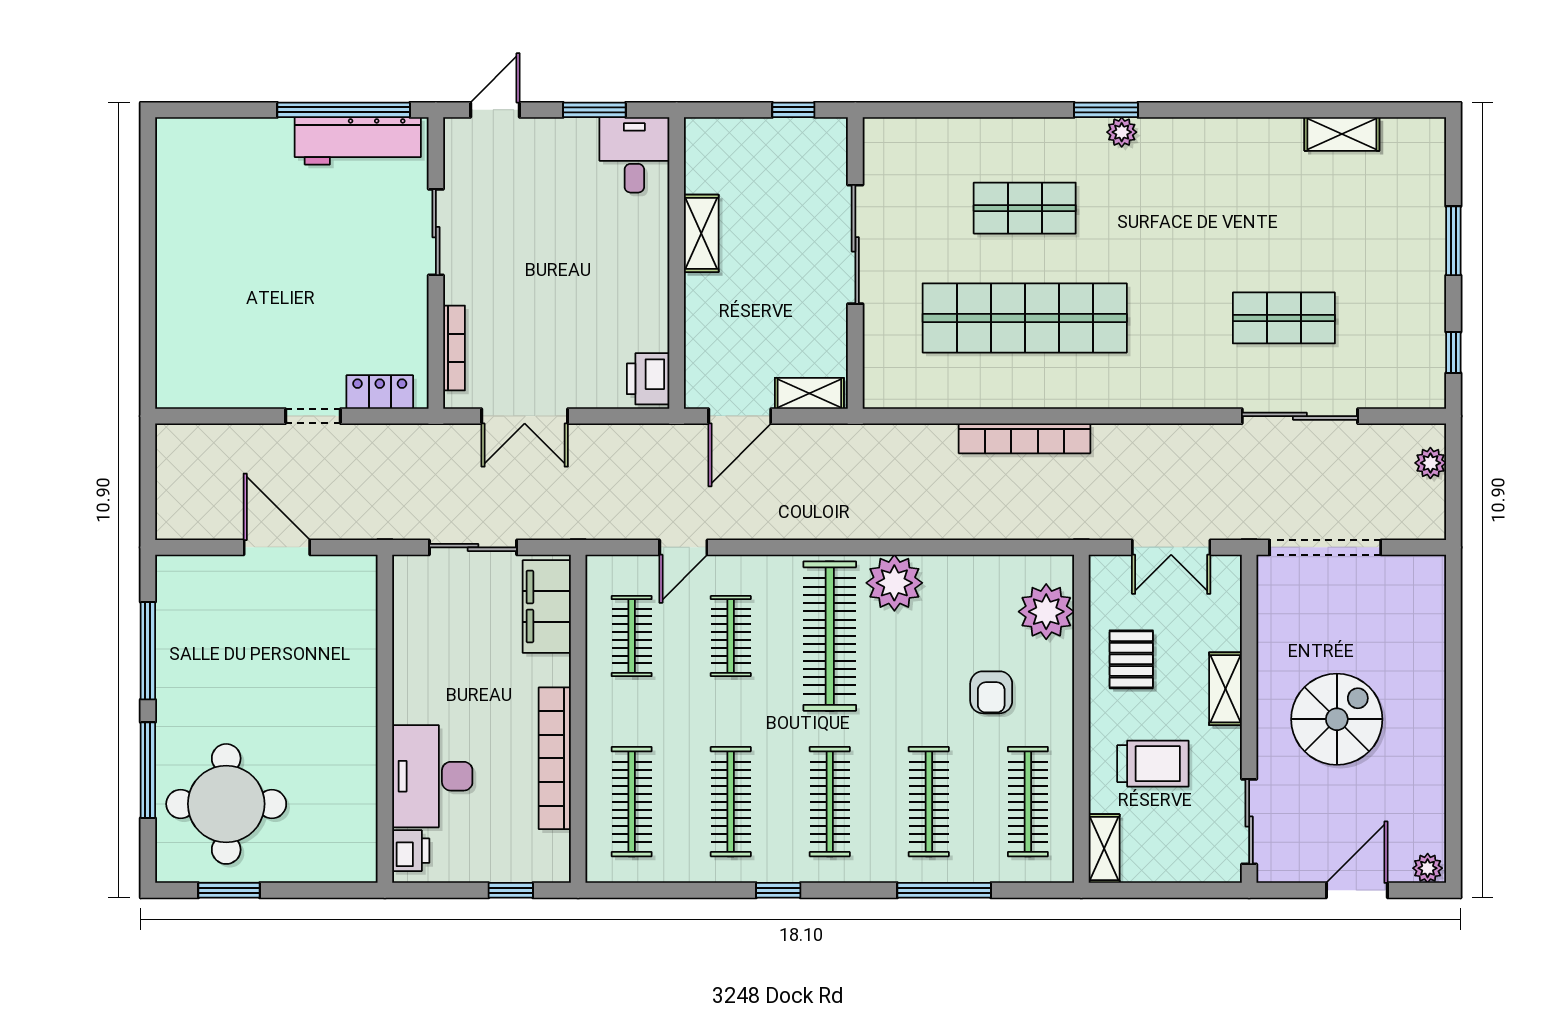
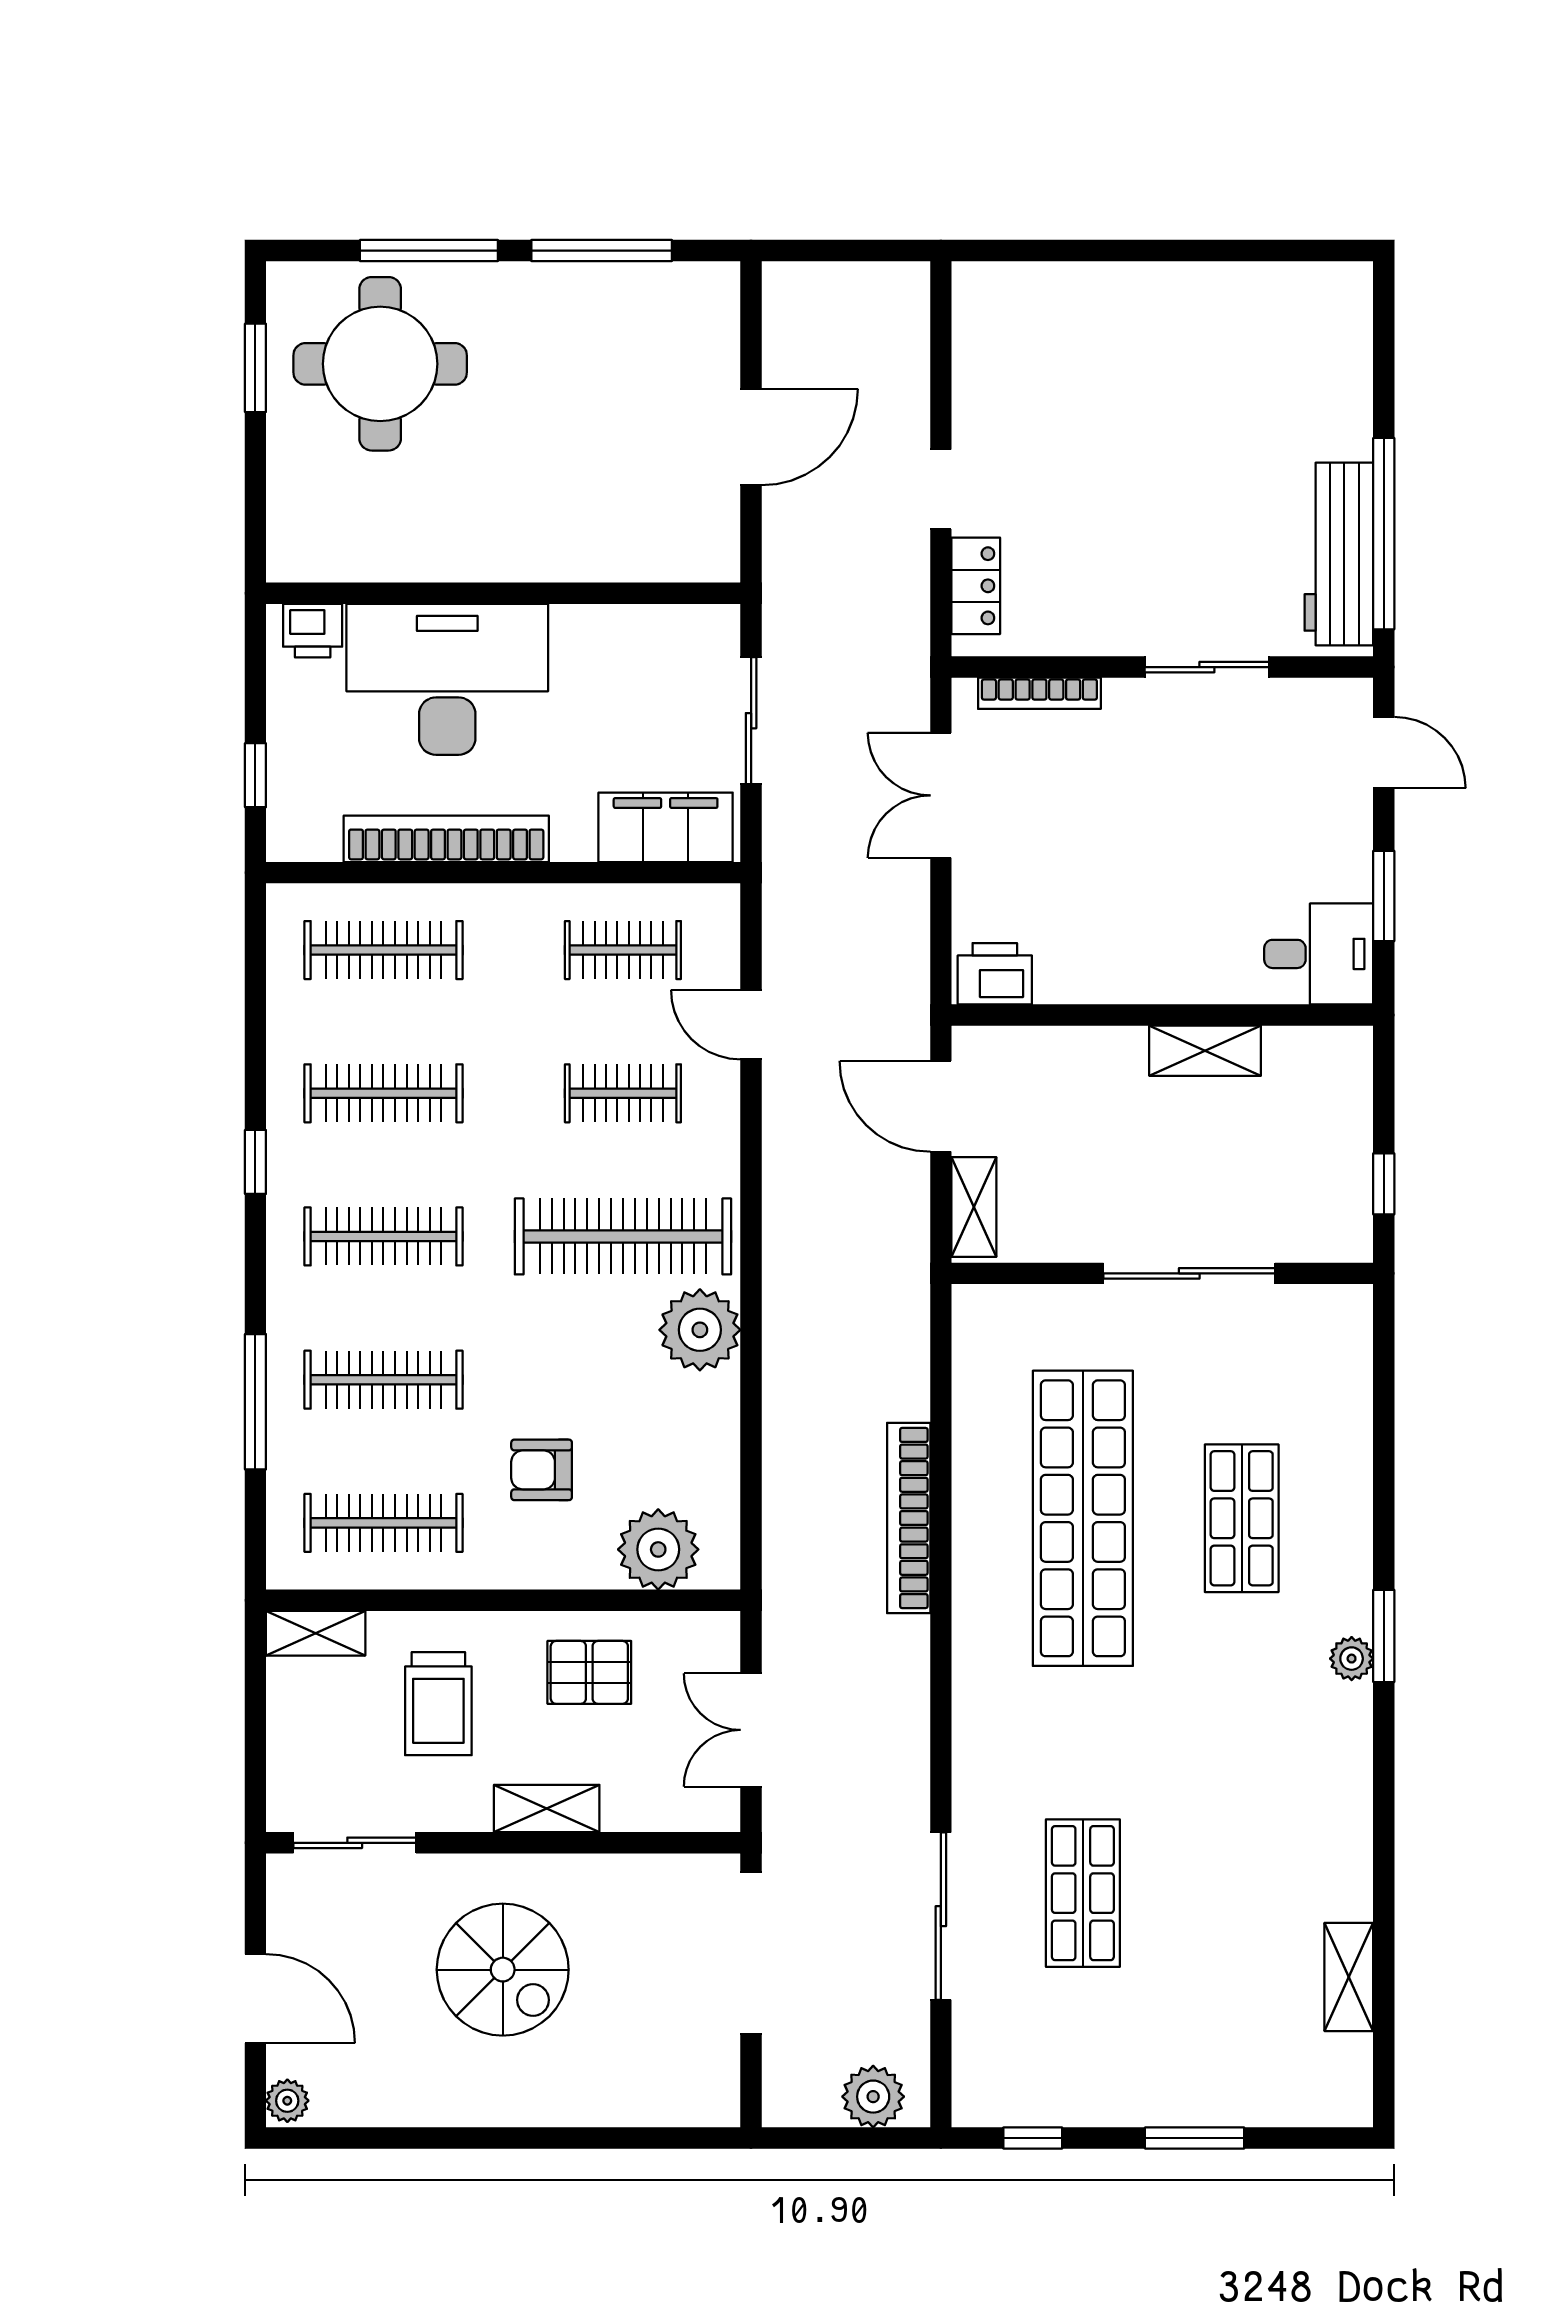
plant: (1430, 463) -> (873, 2097), width x1.38, depth x1.38
desk: (432, 776) -> (447, 679), width x1.36, depth x1.30

